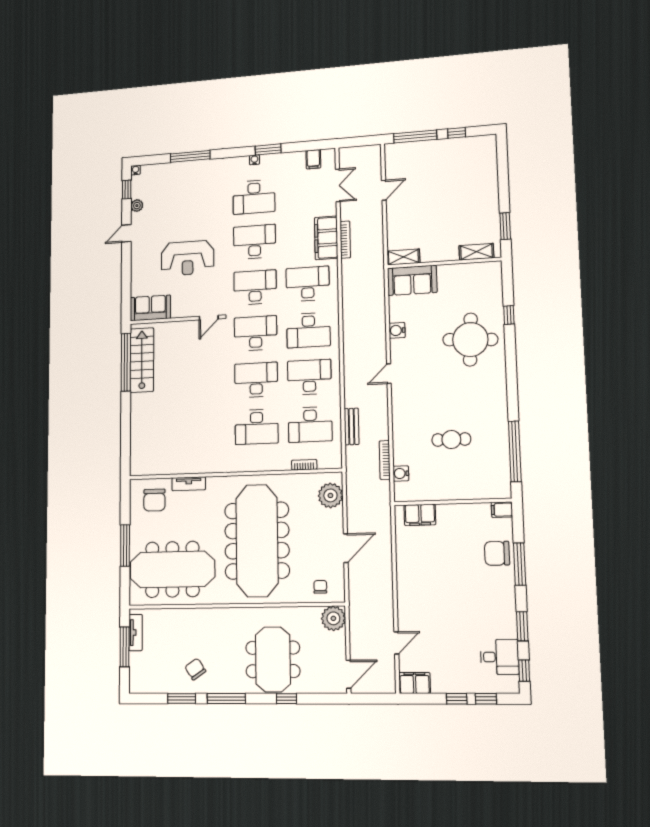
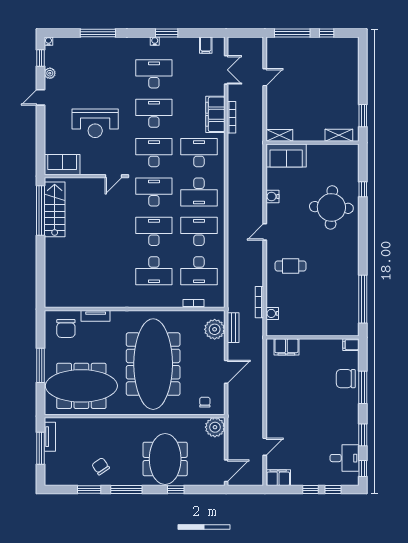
desk: (254, 197) -> (154, 74), turned 180
bench: (352, 426) -> (233, 328), moved
cafe table: (451, 439) -> (291, 266), moved

